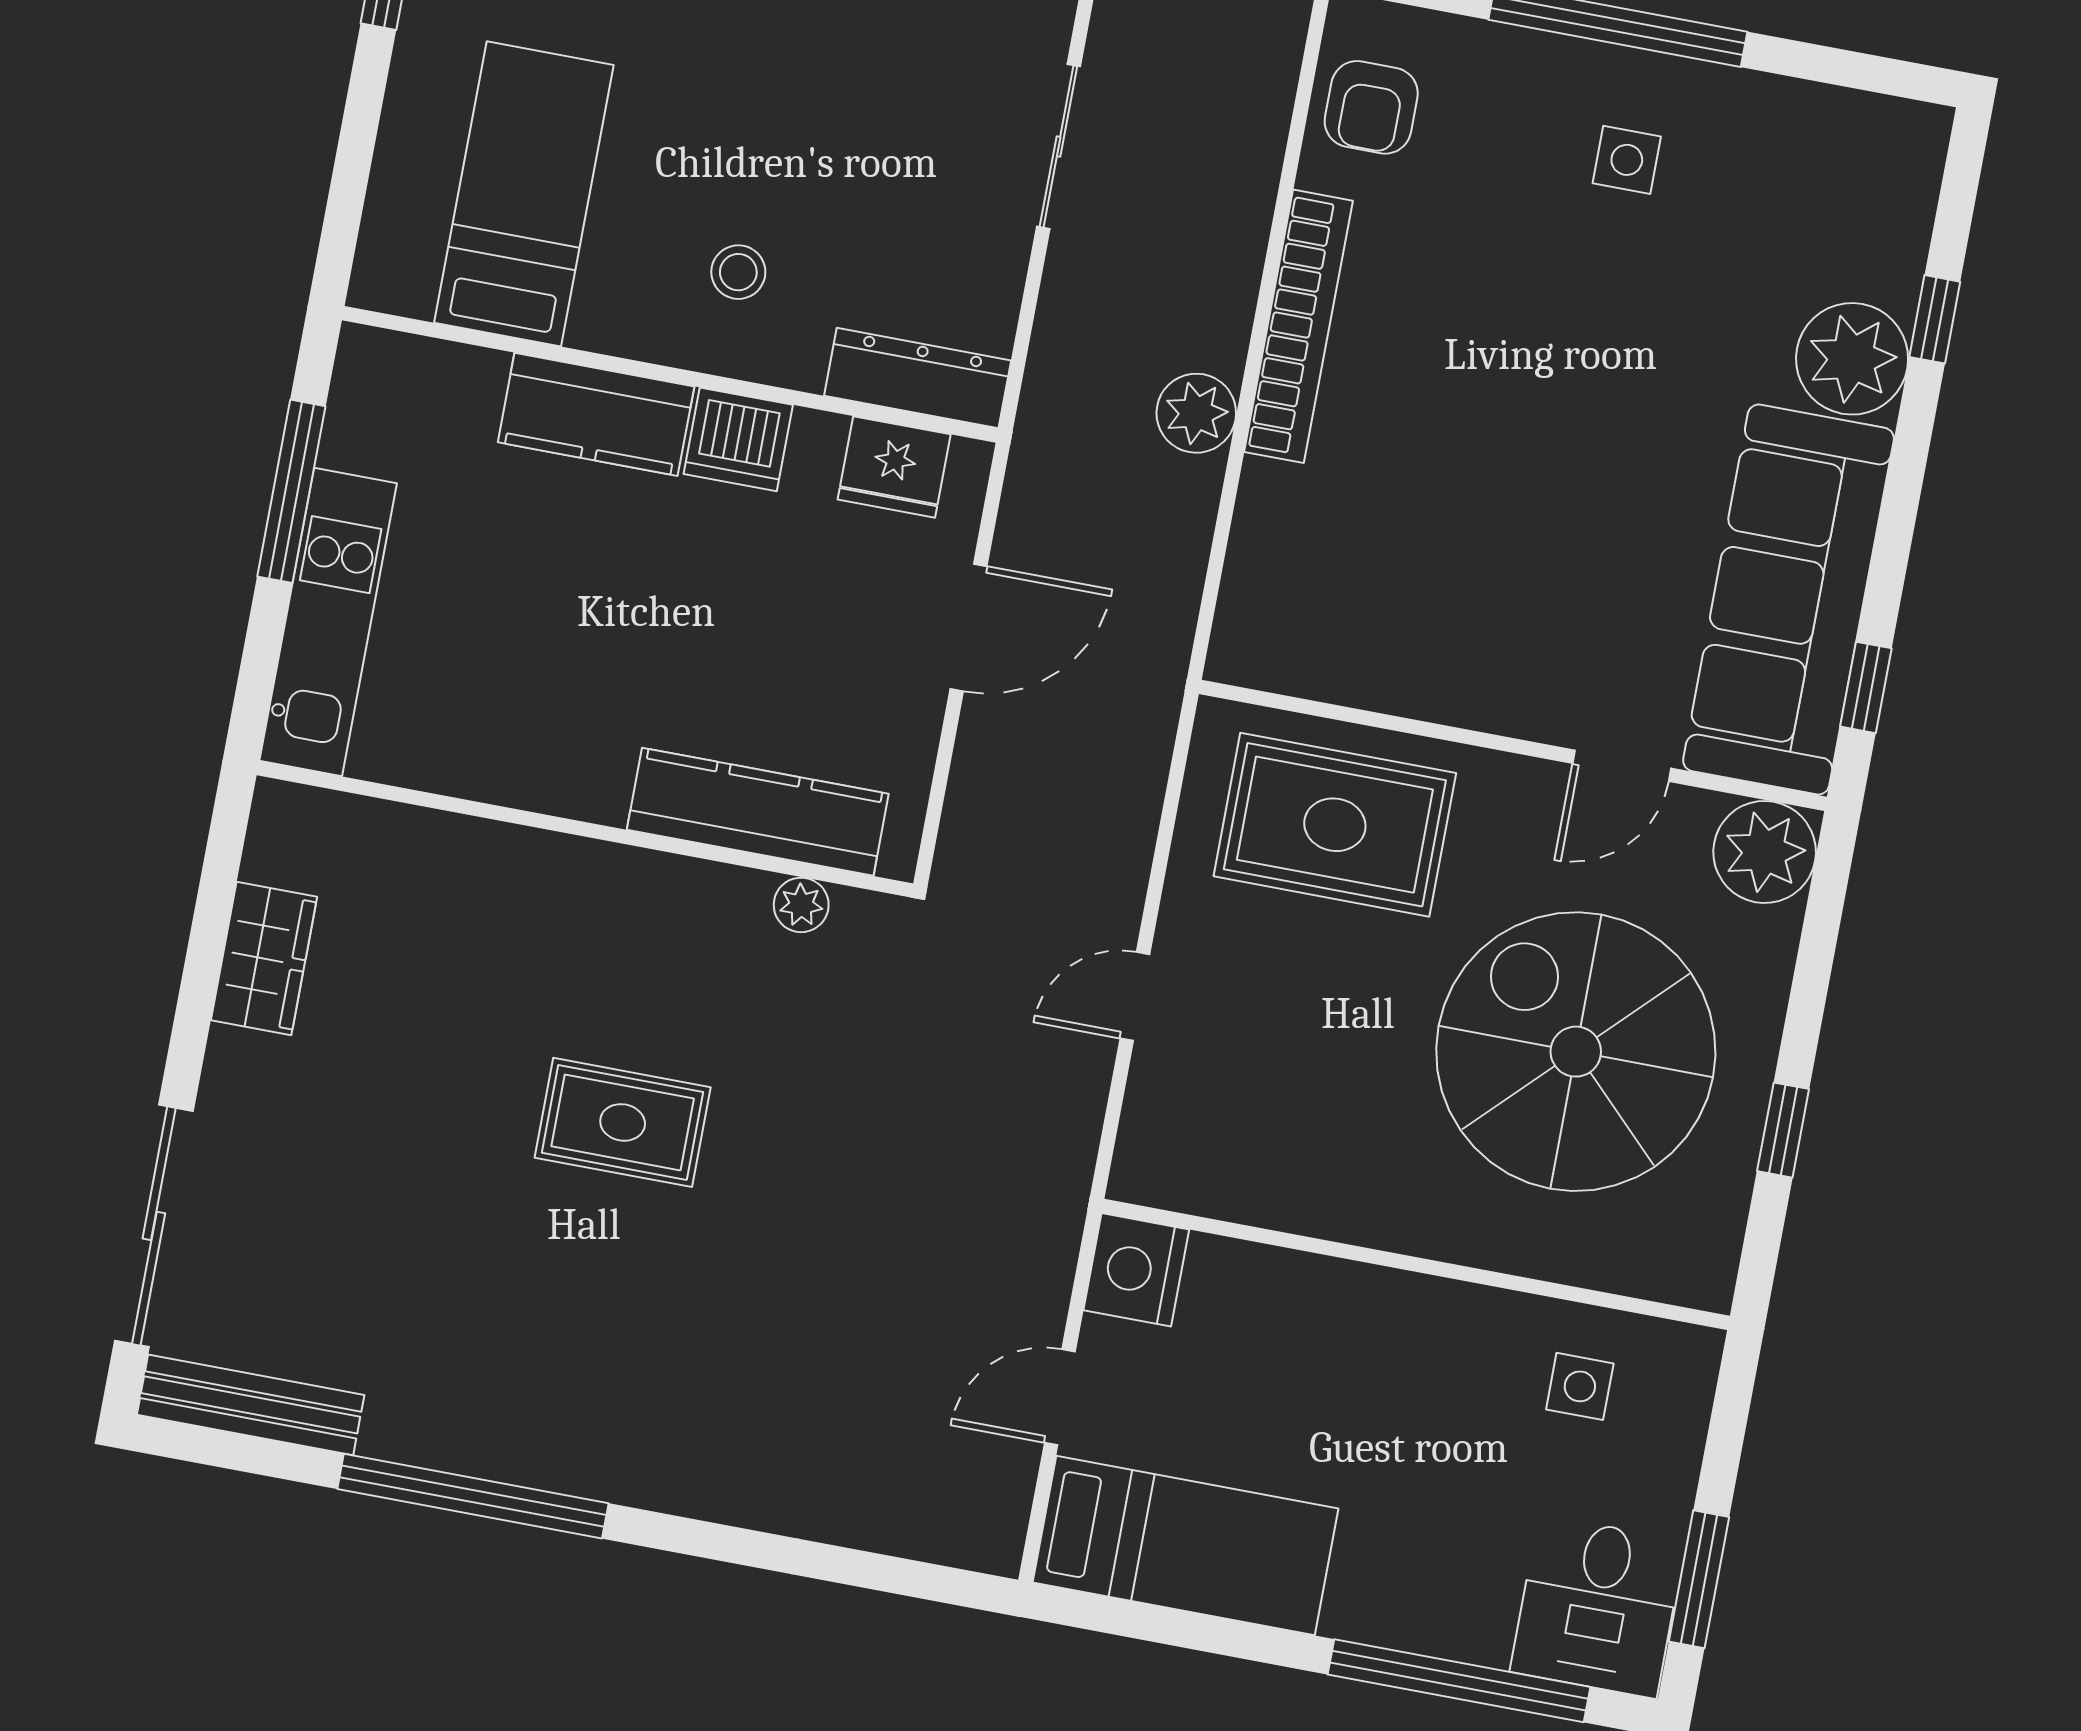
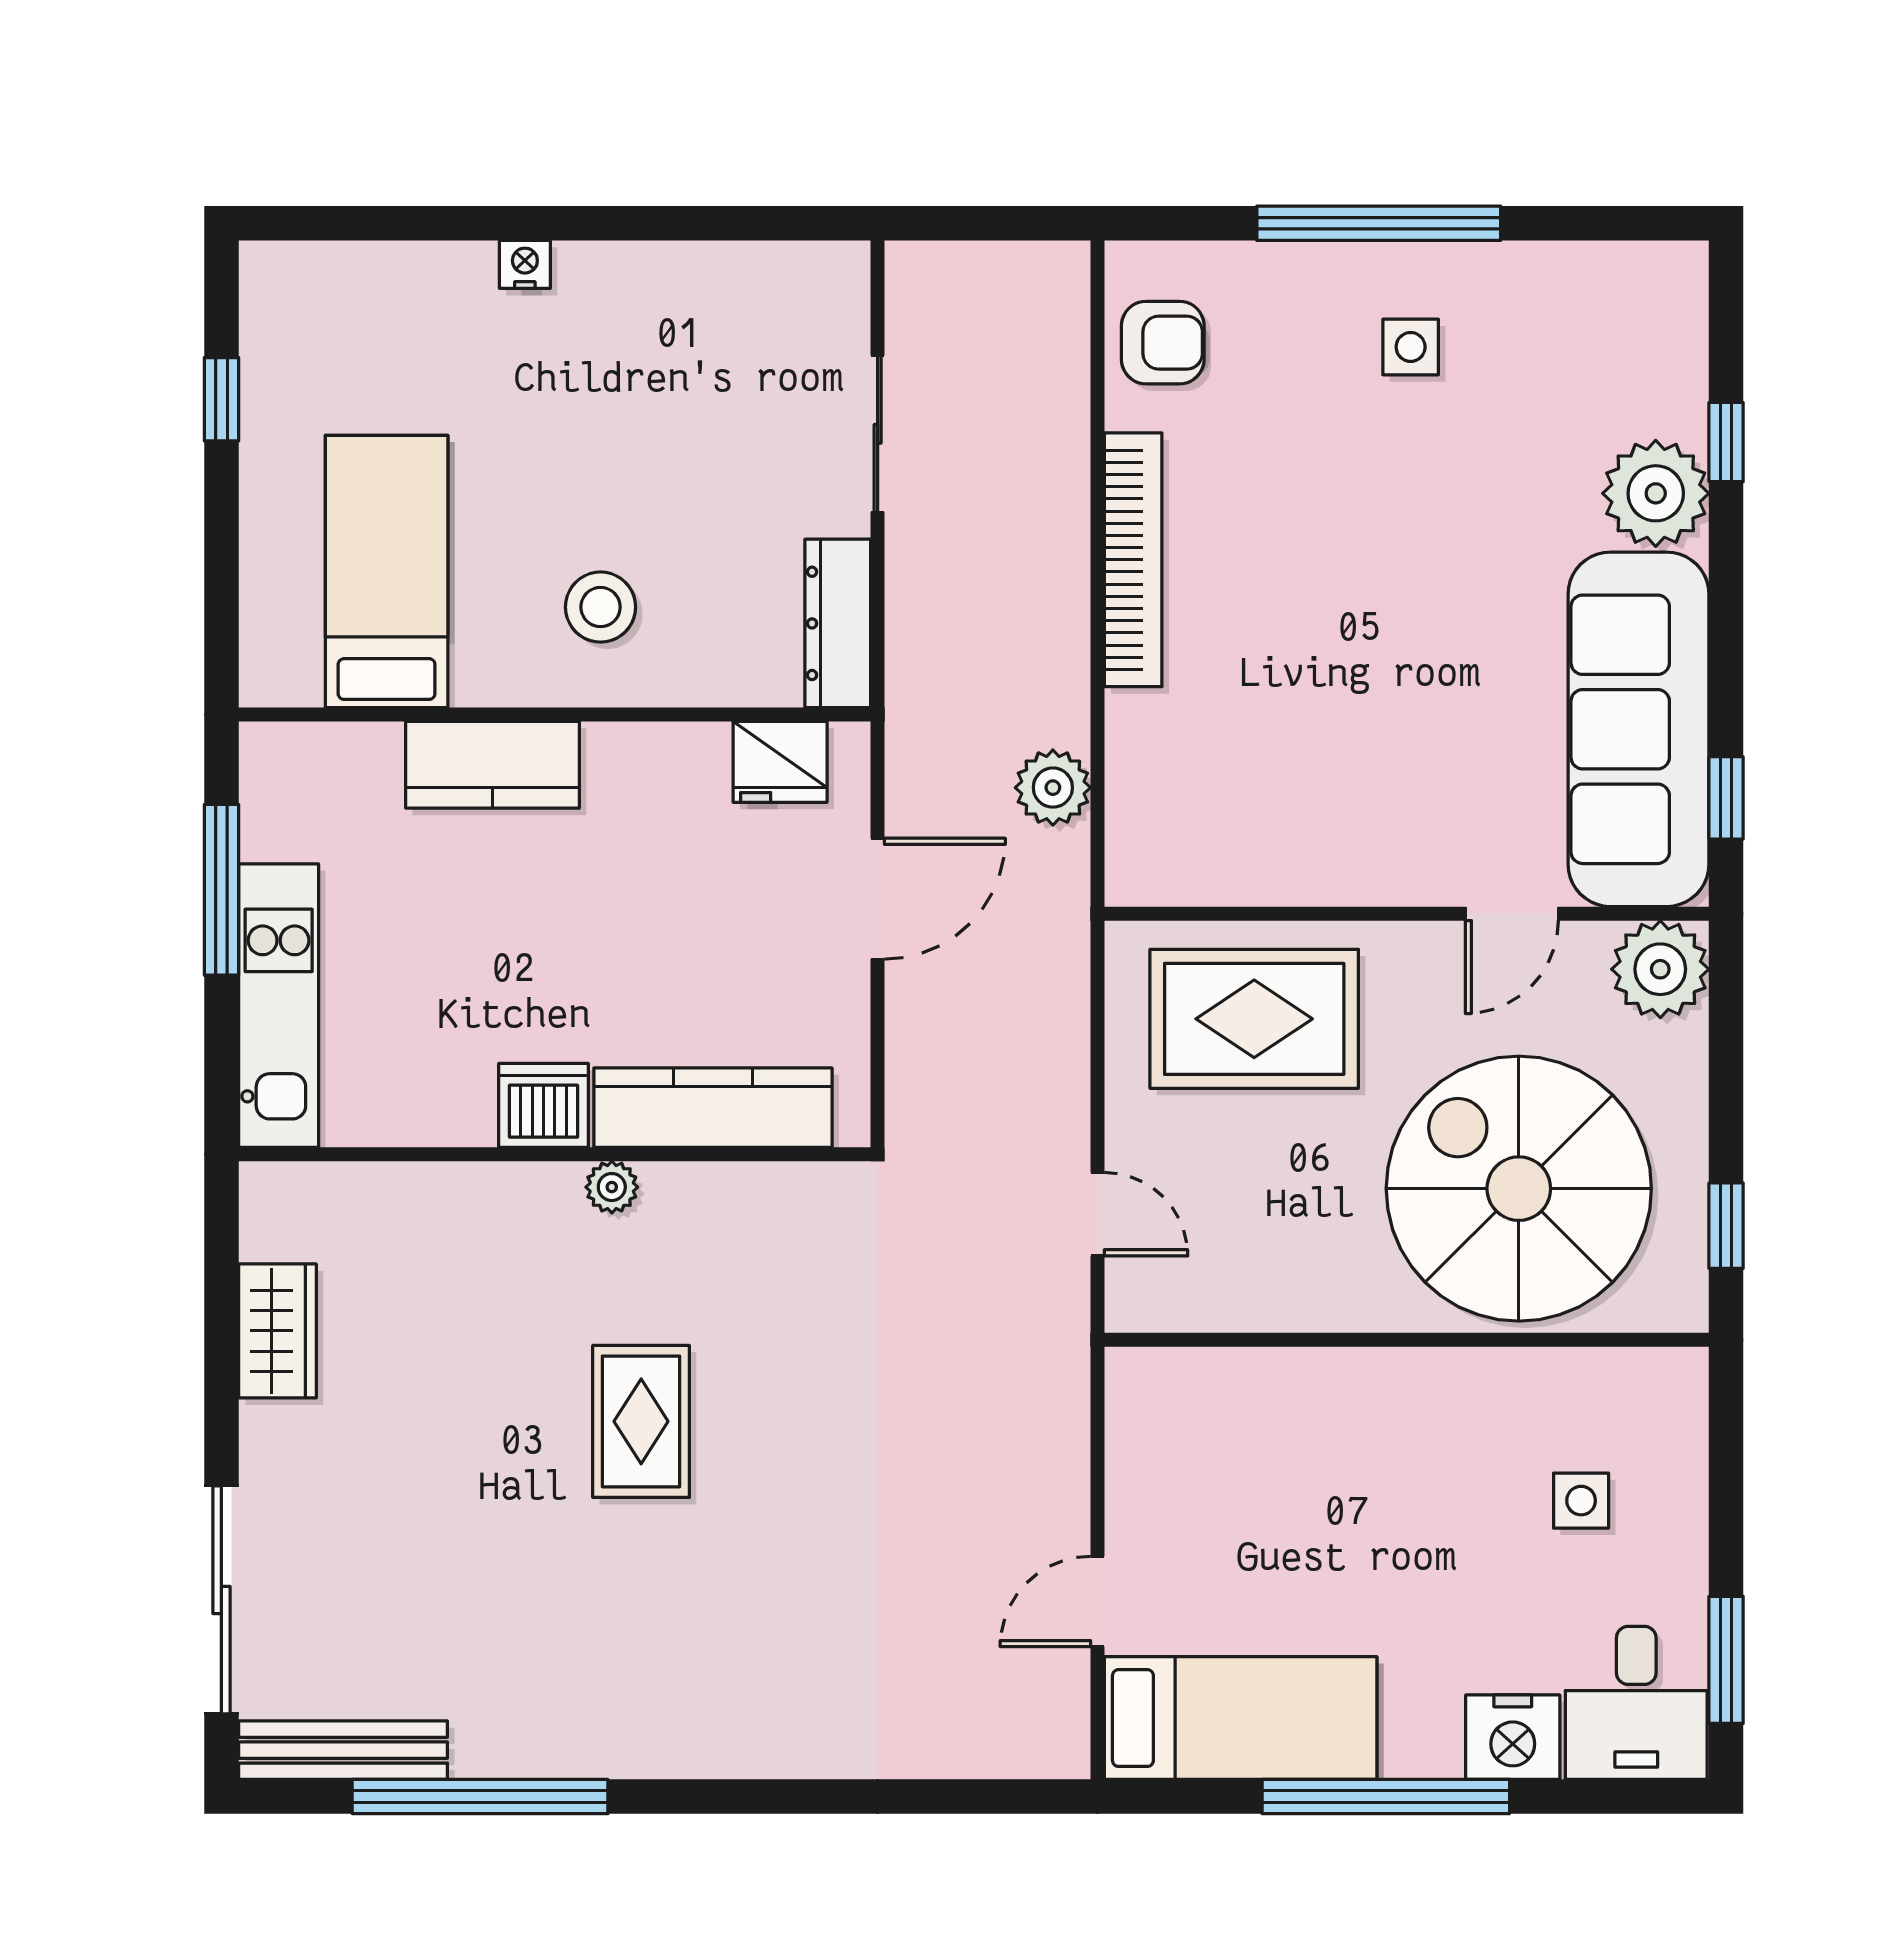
armchair: (1371, 107) -> (1163, 343), turned -90
stool: (738, 272) -> (601, 607), width x1.37, depth x1.37
dresser: (918, 378) -> (838, 623), moved, turned -90
plant: (1196, 413) -> (1053, 788), moved
dishwasher: (738, 439) -> (543, 1105), moved, turned 180
plant: (801, 905) -> (612, 1187), moved
door: (1135, 996) -> (1097, 1214), swing flipped
rug: (623, 1122) -> (641, 1421), turned 90
wall: (1416, 1264) -> (1407, 1340), moved
nightstand: (1136, 1270) -> (1513, 1737), moved, turned -90
window: (473, 1496) -> (480, 1797), moved
window: (1459, 1681) -> (1386, 1797), moved

